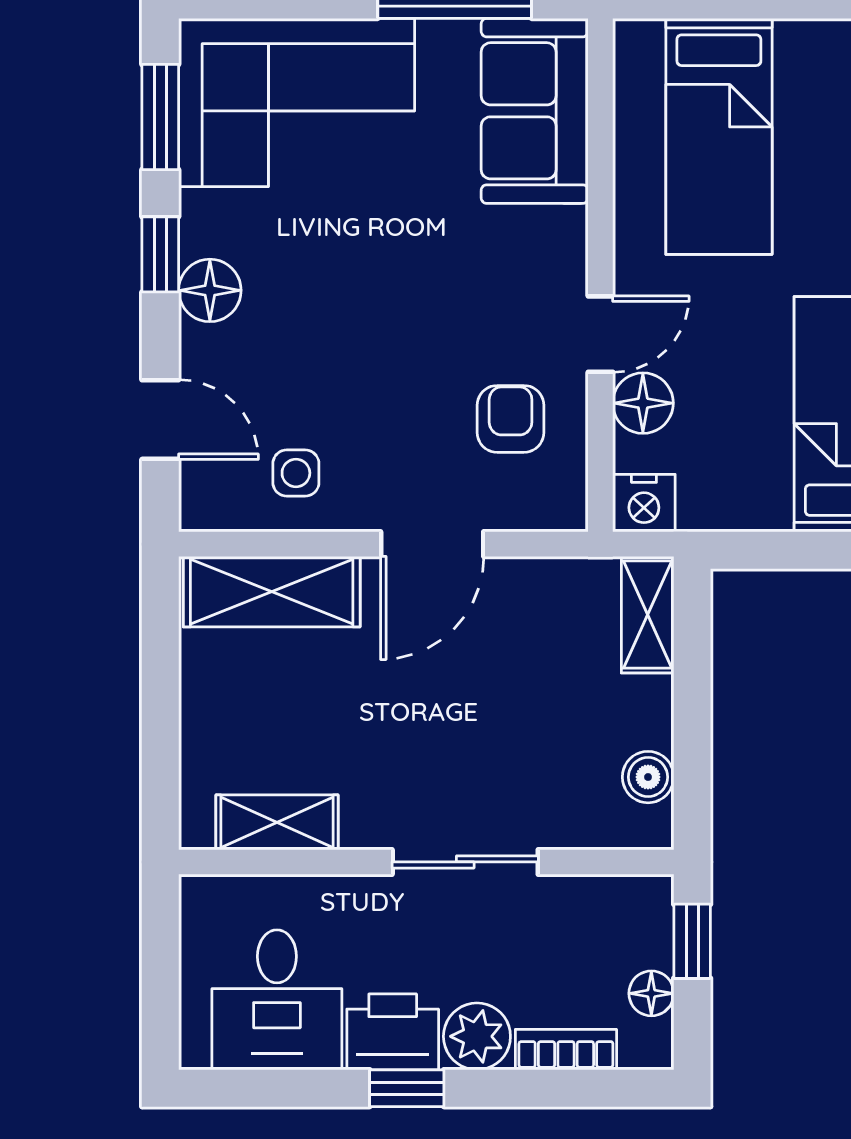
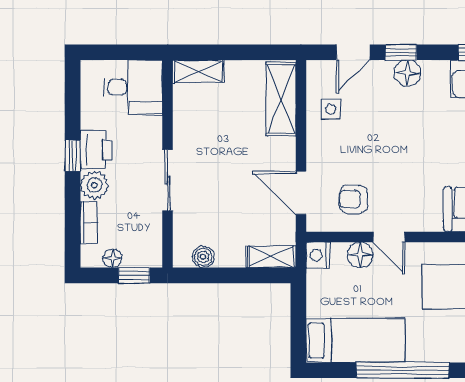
window: (160, 254) -> (401, 52), moved
armchair: (511, 419) -> (353, 199), turned 180
door: (432, 544) -> (301, 193), moved
shelving: (277, 822) -> (198, 72), moved, turned 90
desk: (277, 1000) -> (133, 87), moved, turned 180

